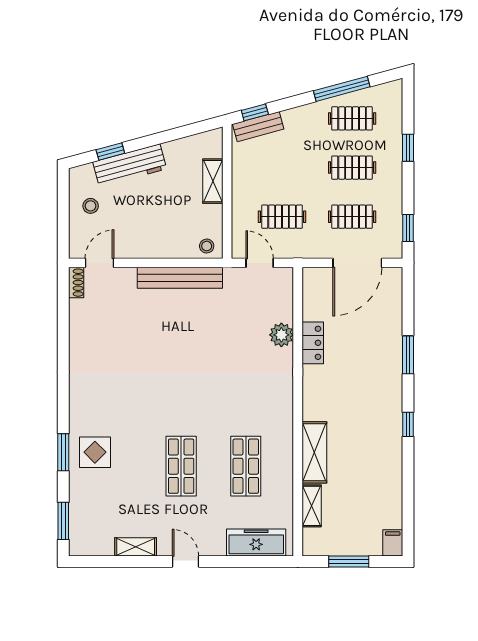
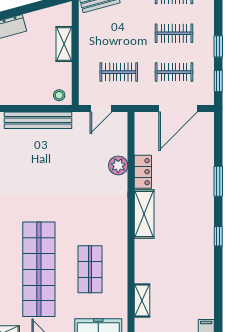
window: (408, 148) -> (218, 46), moved
door: (260, 263) -> (101, 109), swing flipped
shelving: (314, 452) -> (144, 214), moved
shop shelf: (181, 466) -> (39, 269), width x2.00, depth x1.36

